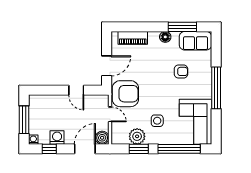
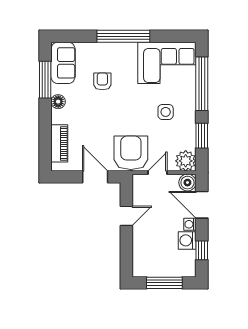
plant: (137, 136) -> (186, 161), moved
washing machine: (33, 140) -> (190, 224), moved

